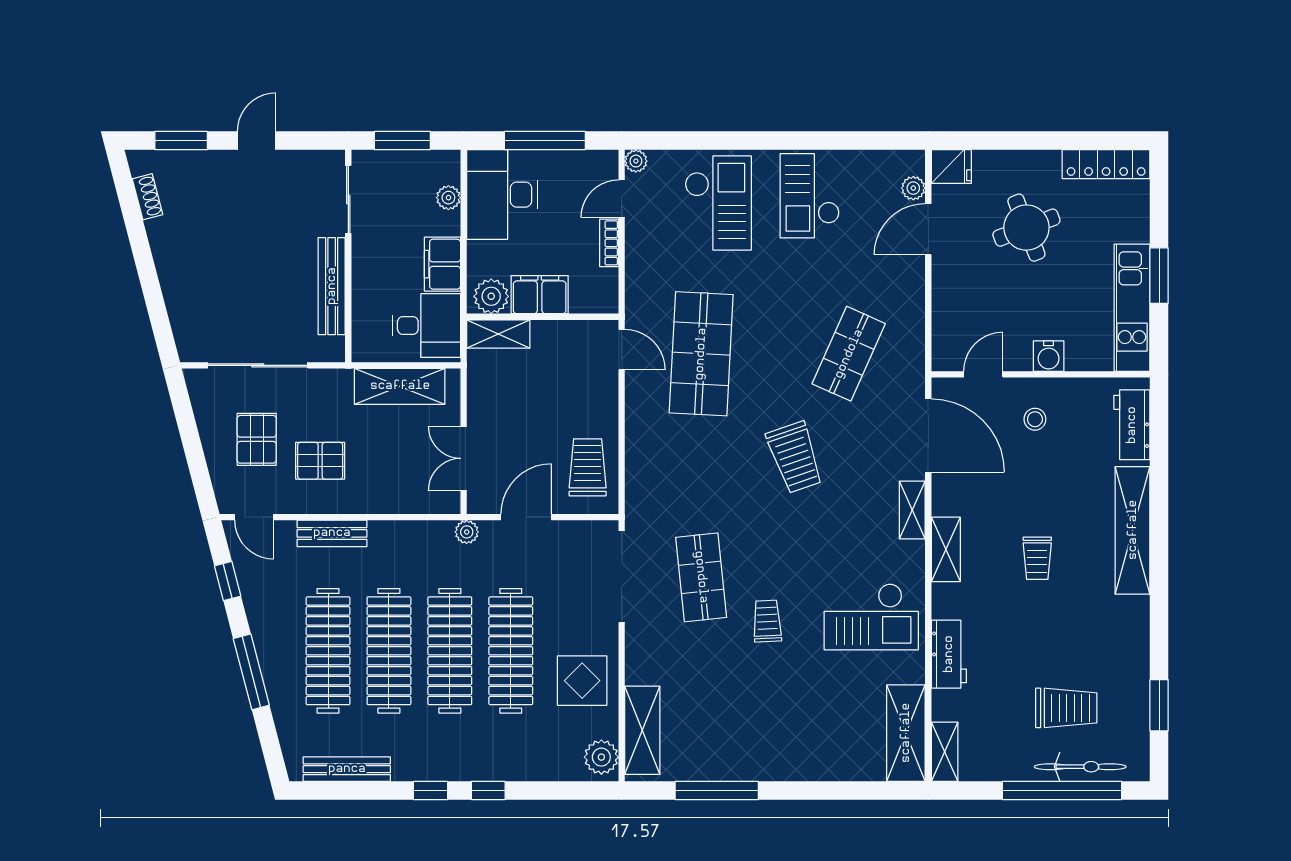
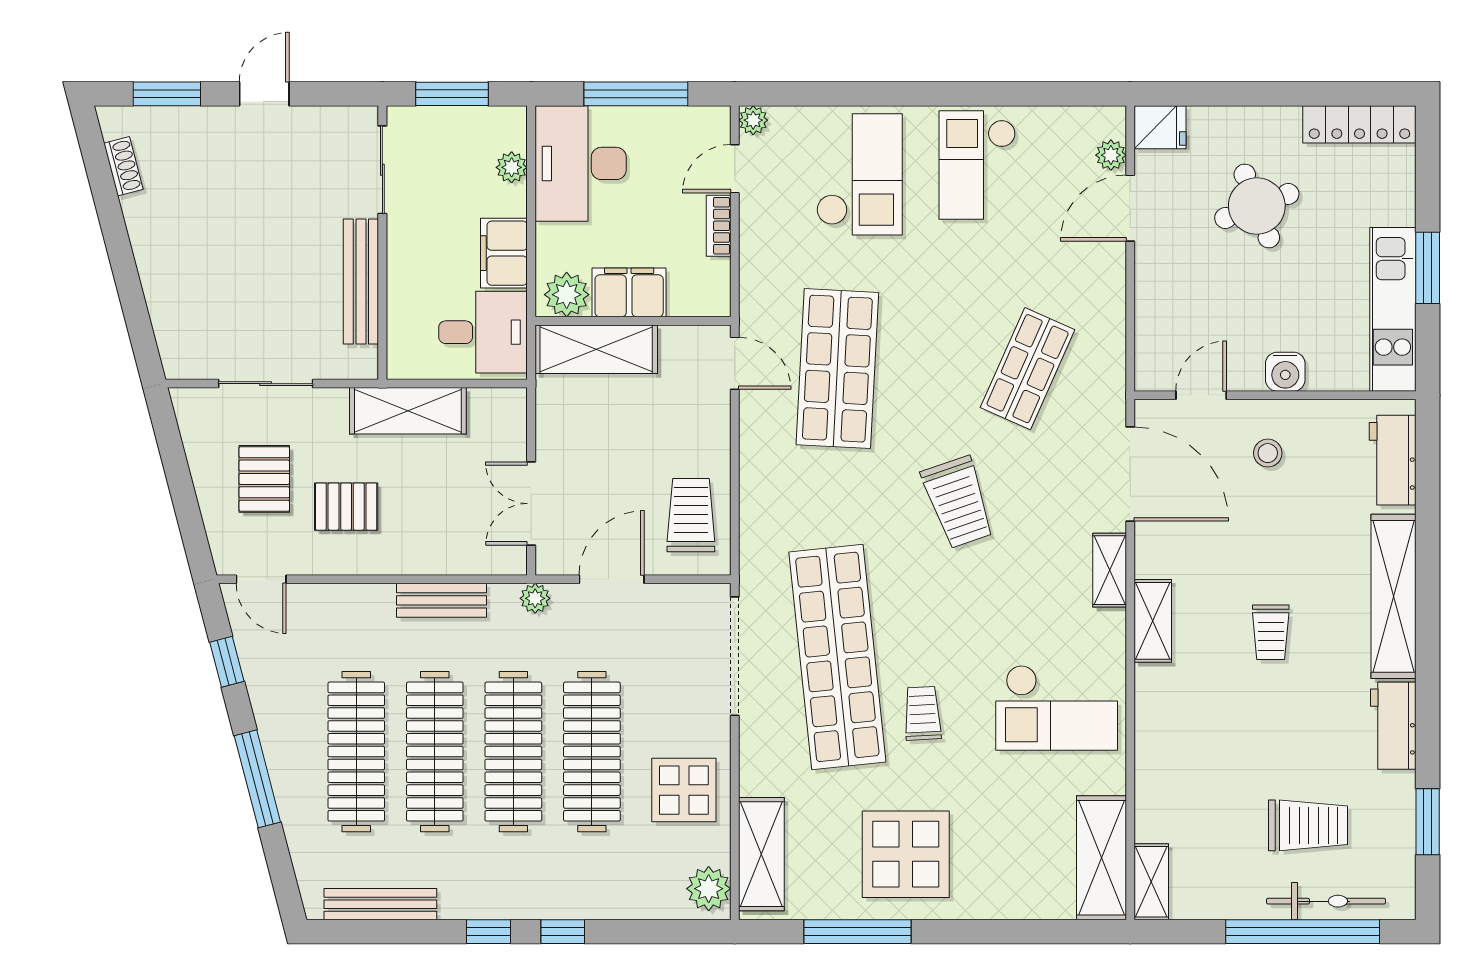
shelving: (498, 334) -> (596, 349), width x1.50, depth x1.33
sliding door: (258, 365) -> (266, 384), width x0.73
shelving: (400, 386) -> (408, 411), moved
bench: (332, 533) -> (441, 600), moved
shop shelf: (701, 577) -> (837, 657), width x2.00, depth x1.36
workbench: (949, 654) -> (1393, 726), moved, turned 180
display table: (754, 730) -> (906, 854), added

